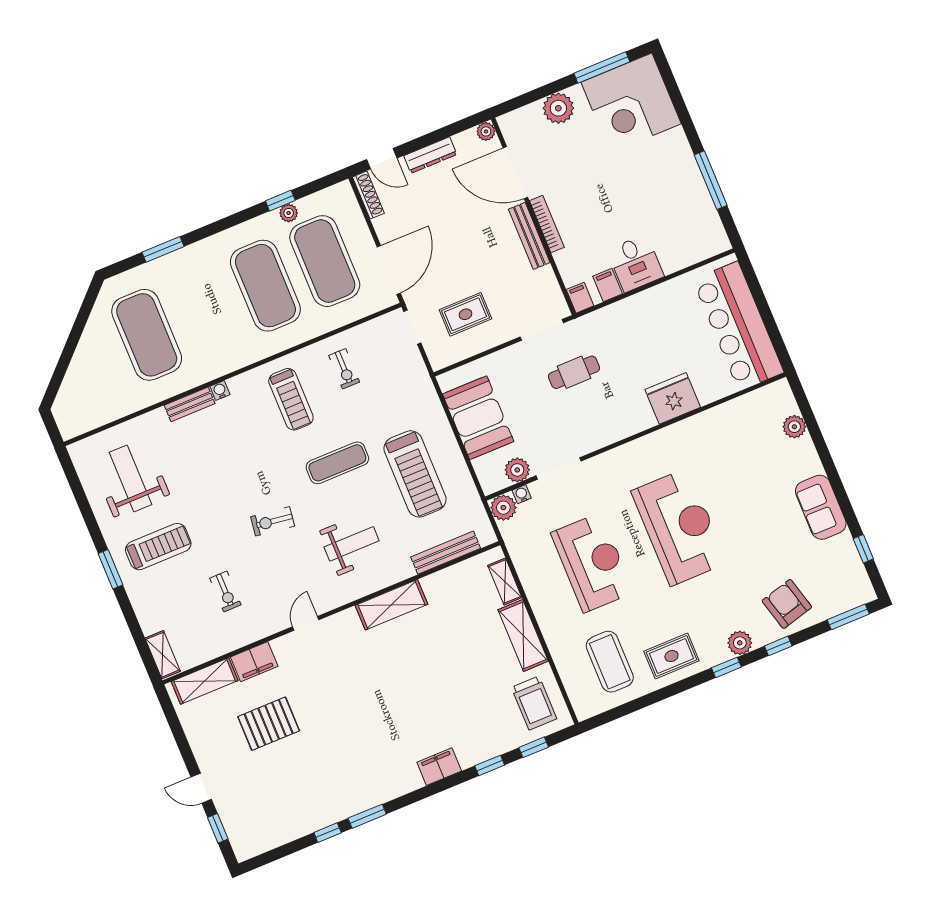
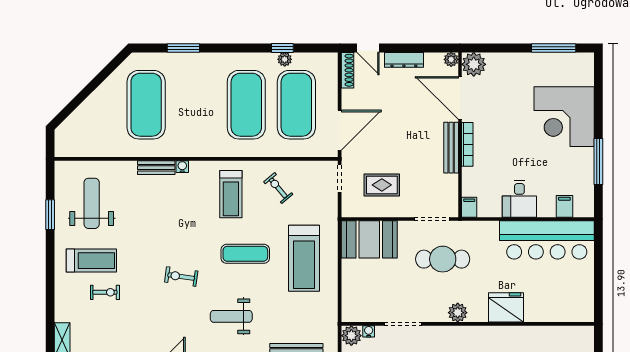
corner desk: (631, 103) -> (564, 117), moved
plant: (558, 108) -> (474, 64), moved
filing cabinet: (608, 285) -> (564, 206), moved
bar counter: (738, 326) -> (547, 240), moved, turned -90
exercise bike: (344, 369) -> (278, 188), turned 140
cafe table: (574, 372) -> (443, 259), width x1.37, depth x1.35
booth: (478, 418) -> (369, 239), moved, turned 90
plant: (517, 470) -> (458, 313), moved
treadmill: (415, 474) -> (304, 258), moved
weight bench: (352, 544) -> (231, 316), turned 180
window: (111, 569) -> (50, 215), moved
exercise bike: (225, 592) -> (105, 292), moved, turned -90

